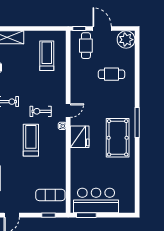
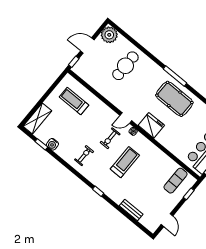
cafe table: (86, 46) -> (90, 67), removed
cafe table: (111, 74) -> (125, 66), width x1.37, depth x1.35
door: (68, 111) -> (126, 118), swing flipped
treadmill: (31, 140) -> (125, 162), turned 90

